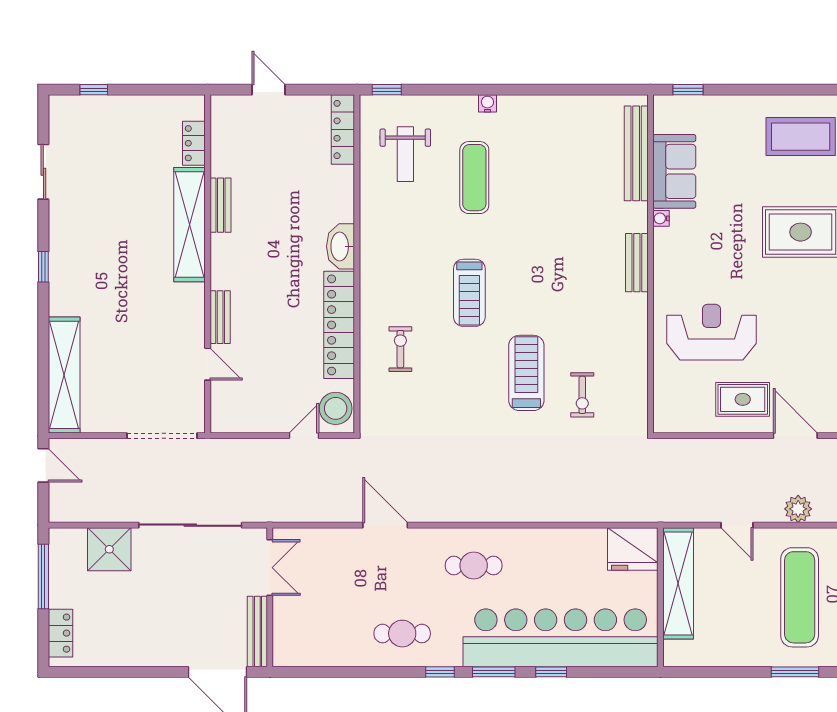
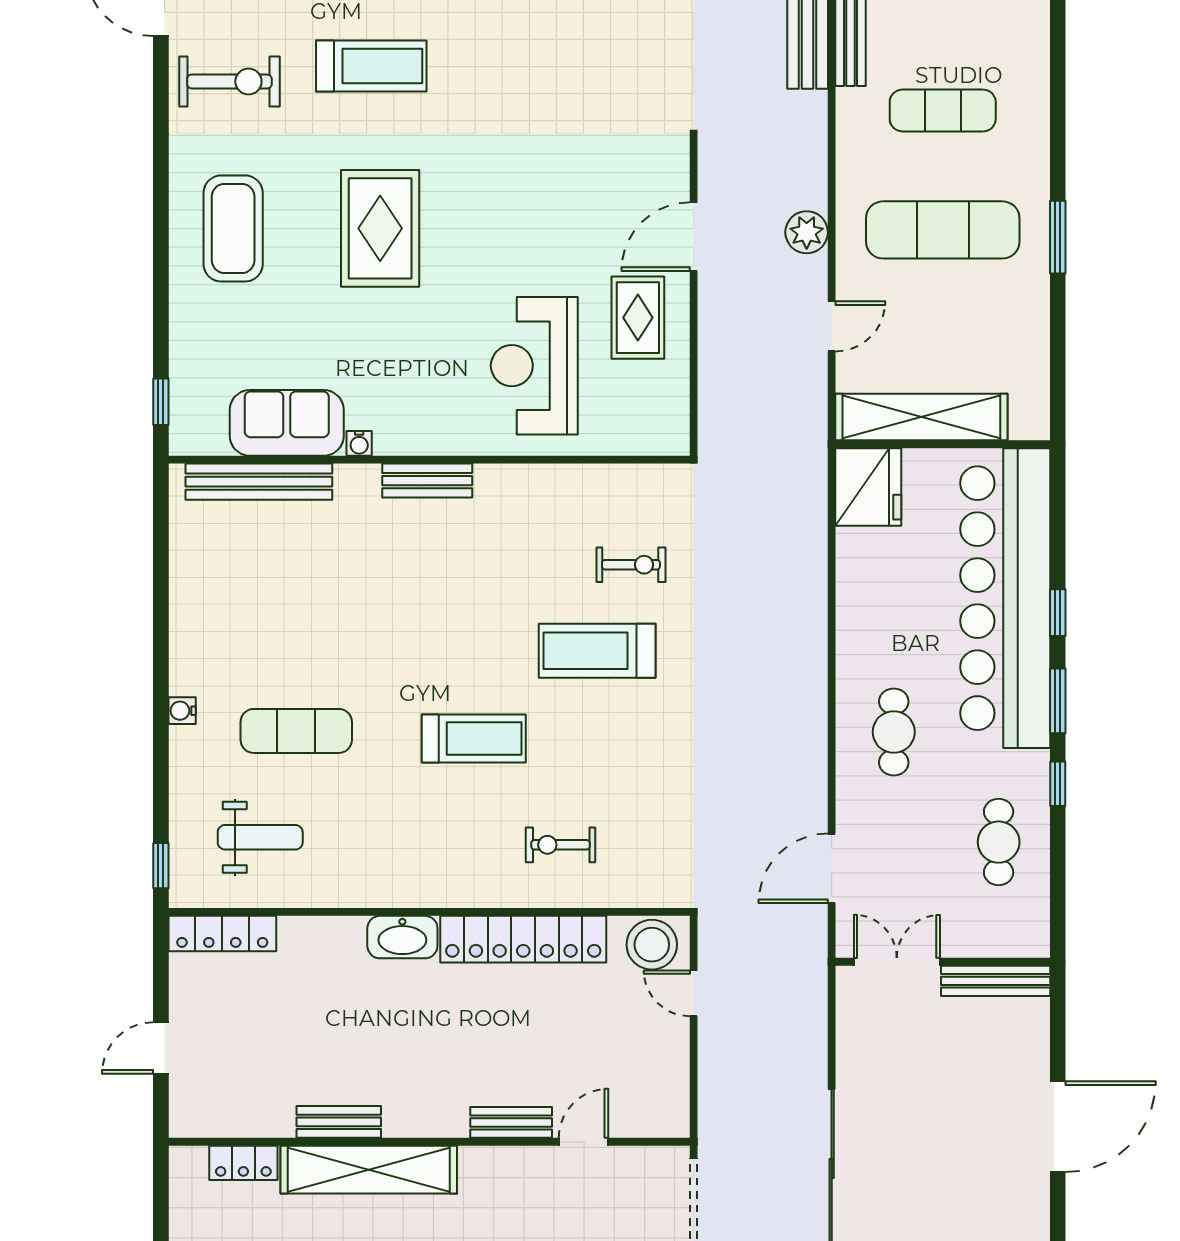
double door: (270, 568) -> (897, 962), moved
wall: (270, 597) -> (943, 962), moved
bench: (257, 632) -> (996, 981), moved

